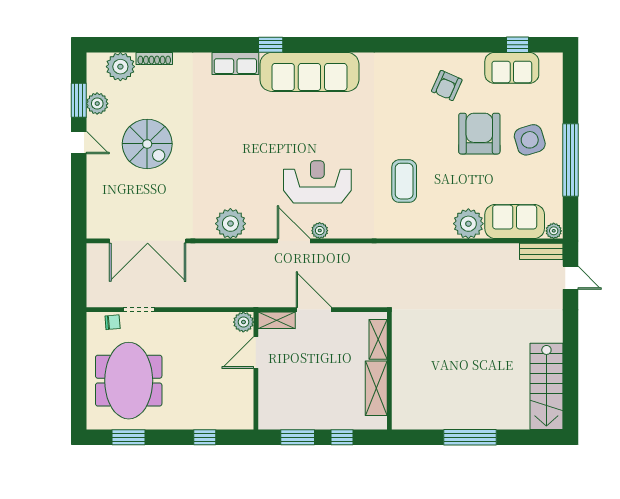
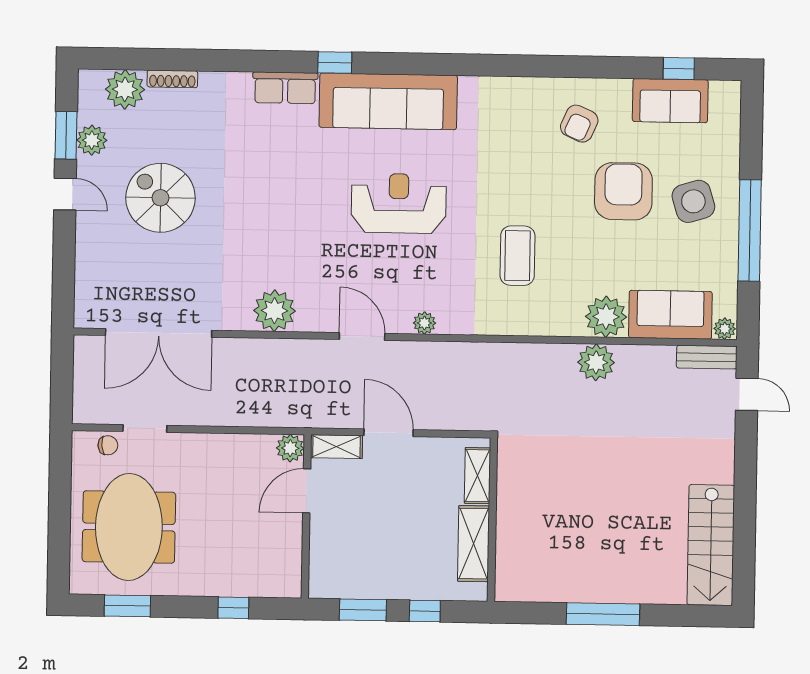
spiral stairs: (147, 144) -> (160, 198), turned 180
reception desk: (317, 182) -> (399, 203), moved
plant: (320, 231) -> (424, 323), moved
plant: (462, 257) -> (596, 362), added

